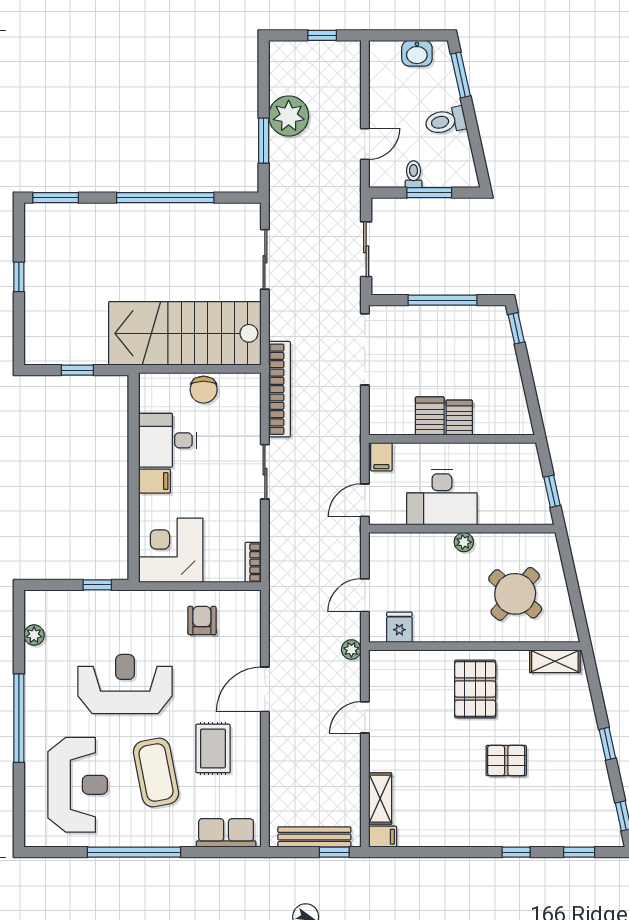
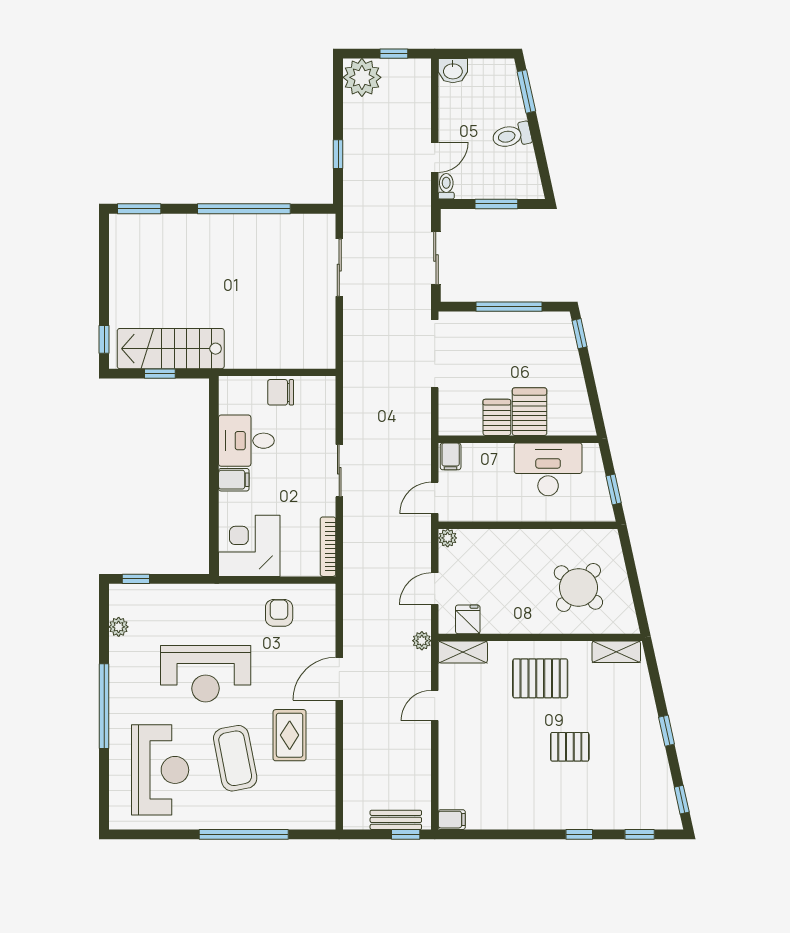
washbasin: (417, 53) -> (453, 71), moved
plant: (289, 116) -> (362, 77), moved
window: (264, 141) -> (338, 154), width x0.67
toilet: (414, 174) -> (446, 186), moved
window: (19, 277) -> (104, 339), moved
stairs: (185, 333) -> (171, 349), moved, width x0.73, depth x0.66
bookcase: (279, 389) -> (353, 392), removed
chair: (204, 390) -> (281, 392), turned 90
server rack: (459, 418) -> (530, 412), width x1.36, depth x1.44
desk: (442, 497) -> (548, 469), moved, turned 180
plant: (464, 542) -> (448, 538), moved
bookcase: (253, 562) -> (328, 547), width x1.56
window: (97, 585) -> (136, 579), moved
reception desk: (125, 684) -> (206, 674), turned 180
pallet: (475, 689) -> (540, 678), turned 90
shelving: (380, 799) -> (463, 652), moved, turned 90
row of seats: (226, 833) -> (302, 816), removed
bench: (314, 837) -> (396, 820), width x0.73
window: (134, 852) -> (244, 834), moved

